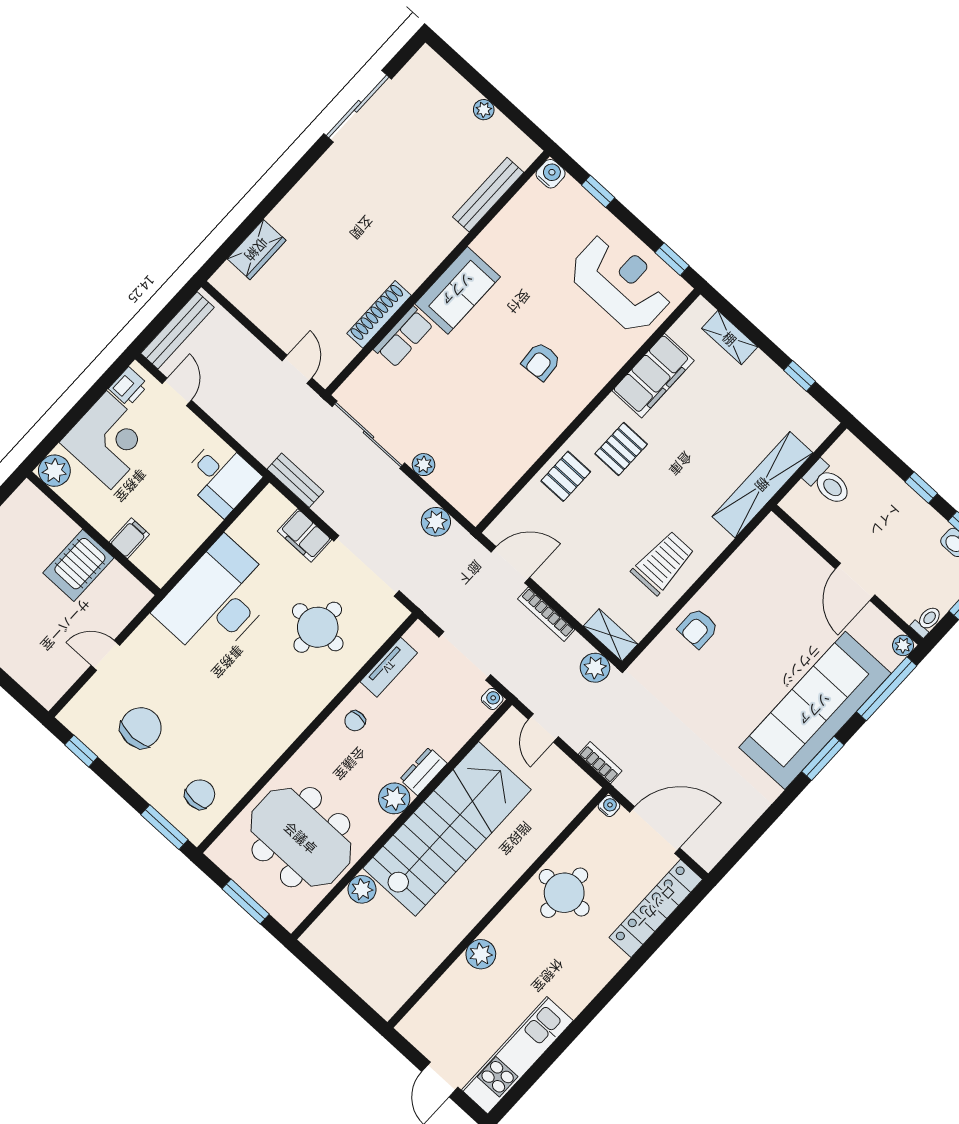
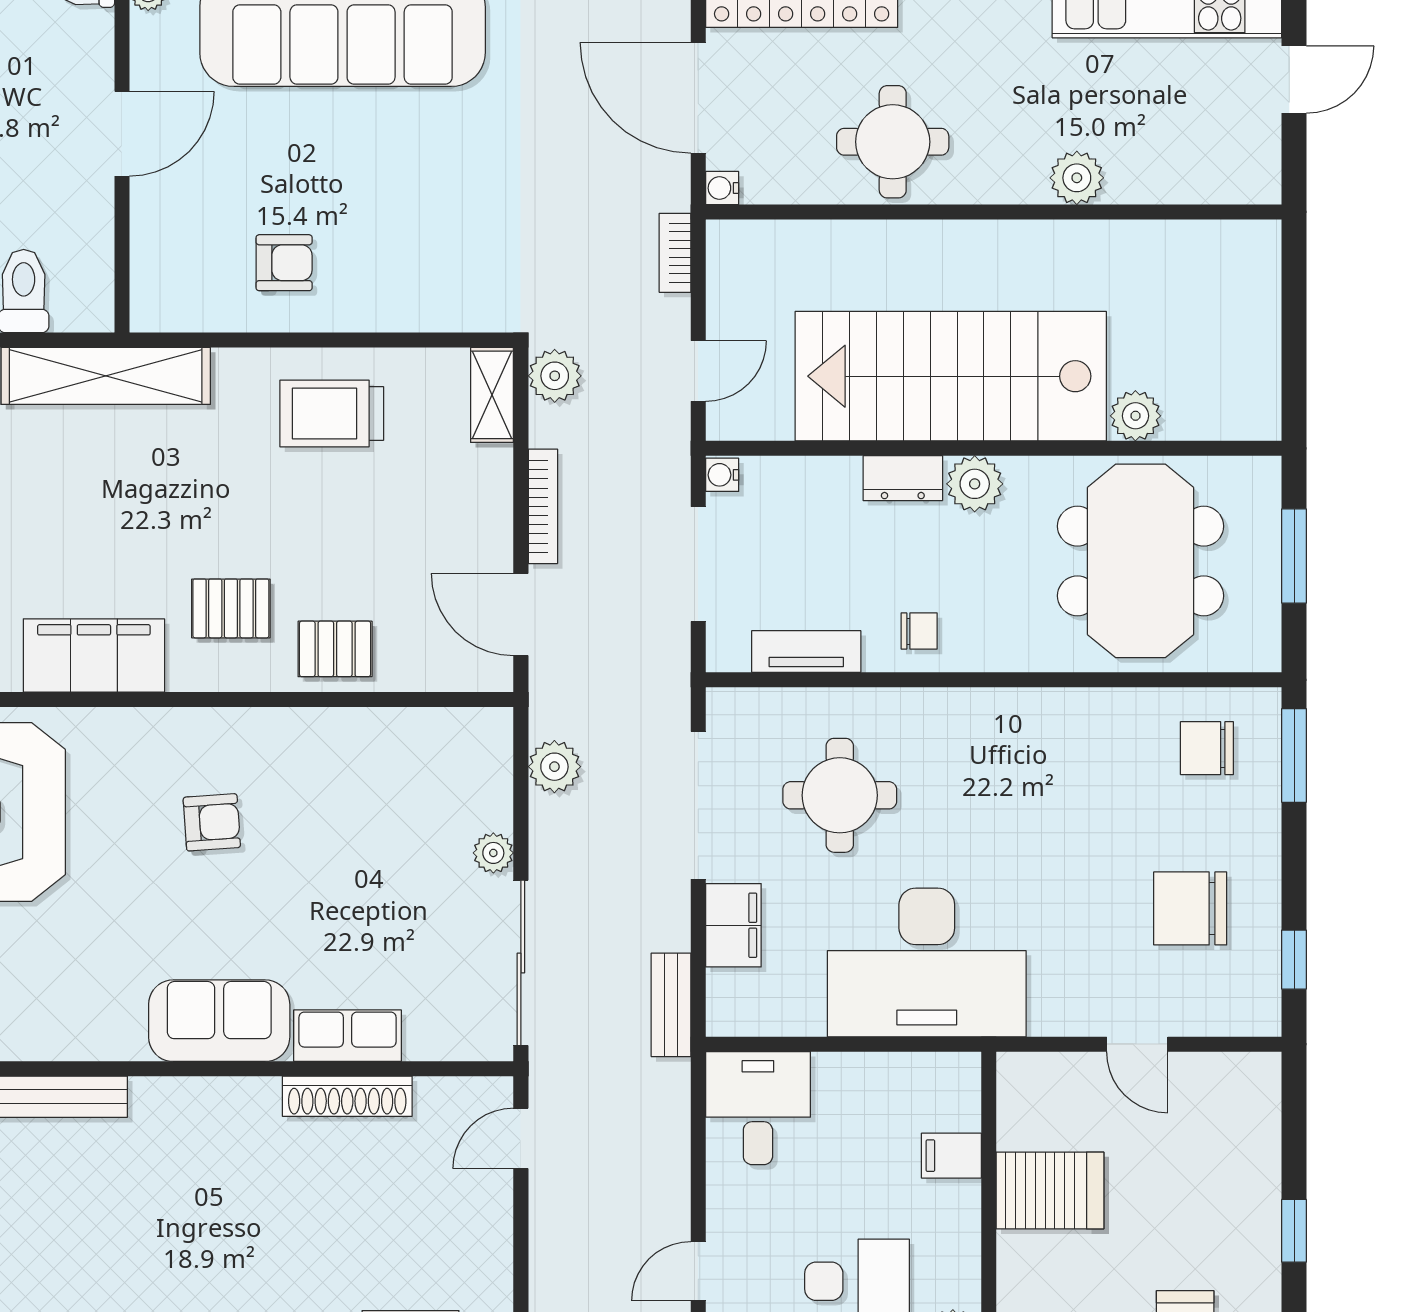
armchair: (698, 628) -> (284, 263), moved

